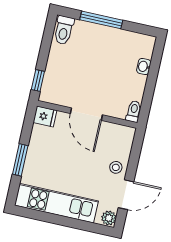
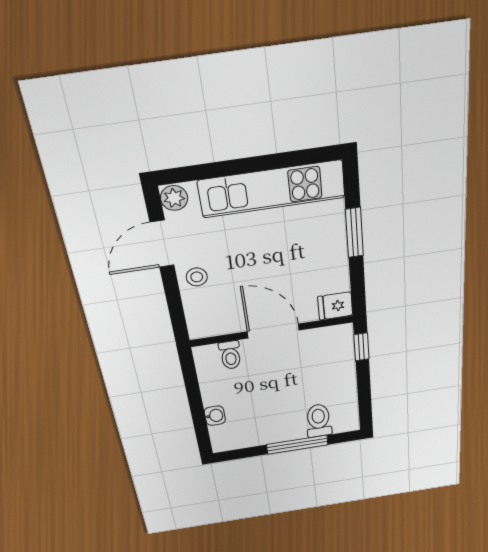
toilet: (64, 30) -> (319, 421), moved
toilet: (134, 111) -> (230, 355), moved

